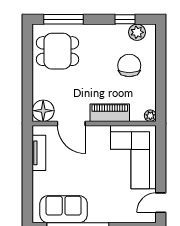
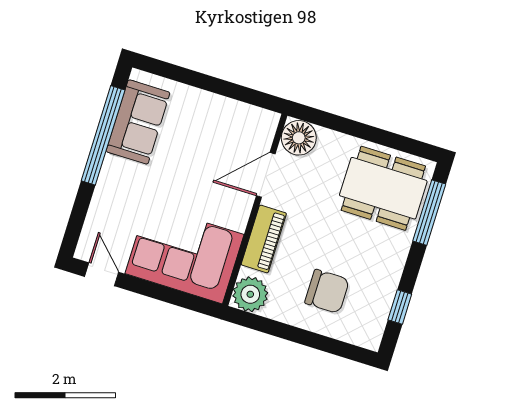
plant: (137, 32) -> (374, 319), removed
dining table: (58, 51) -> (383, 188), width x1.38
plant: (150, 116) -> (250, 294), width x1.87, depth x1.87
tv unit: (39, 153) -> (236, 111), removed

